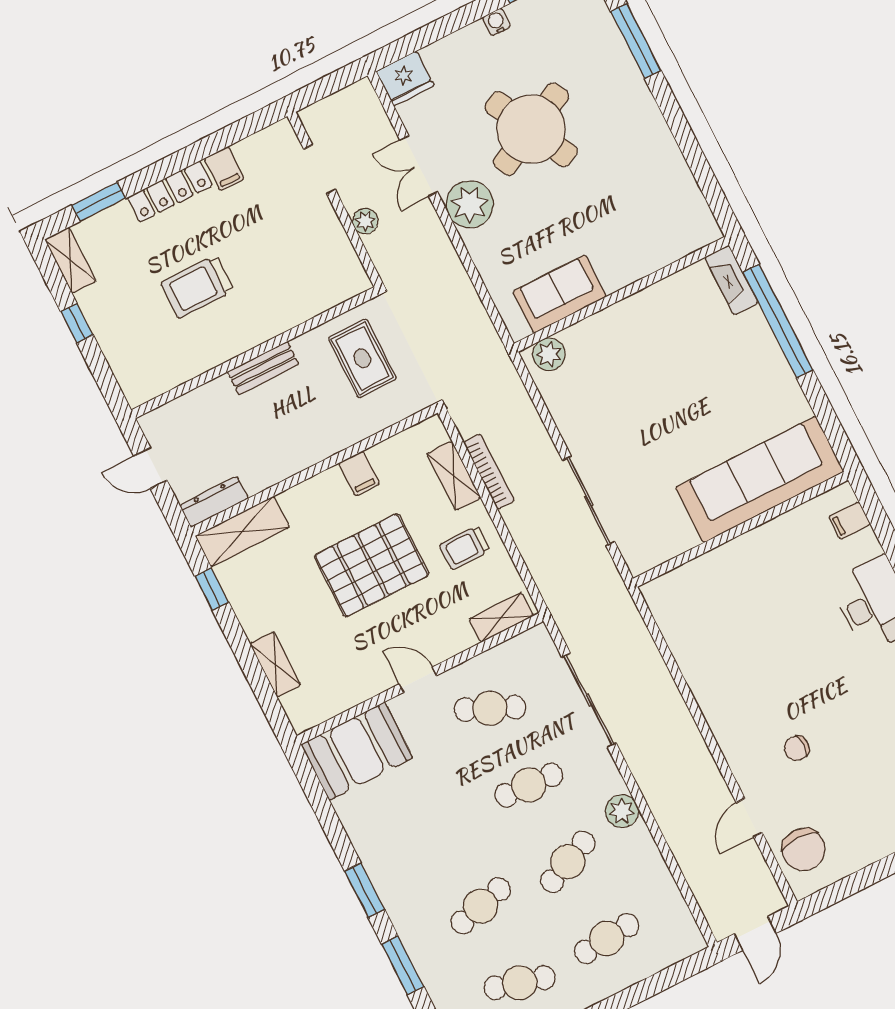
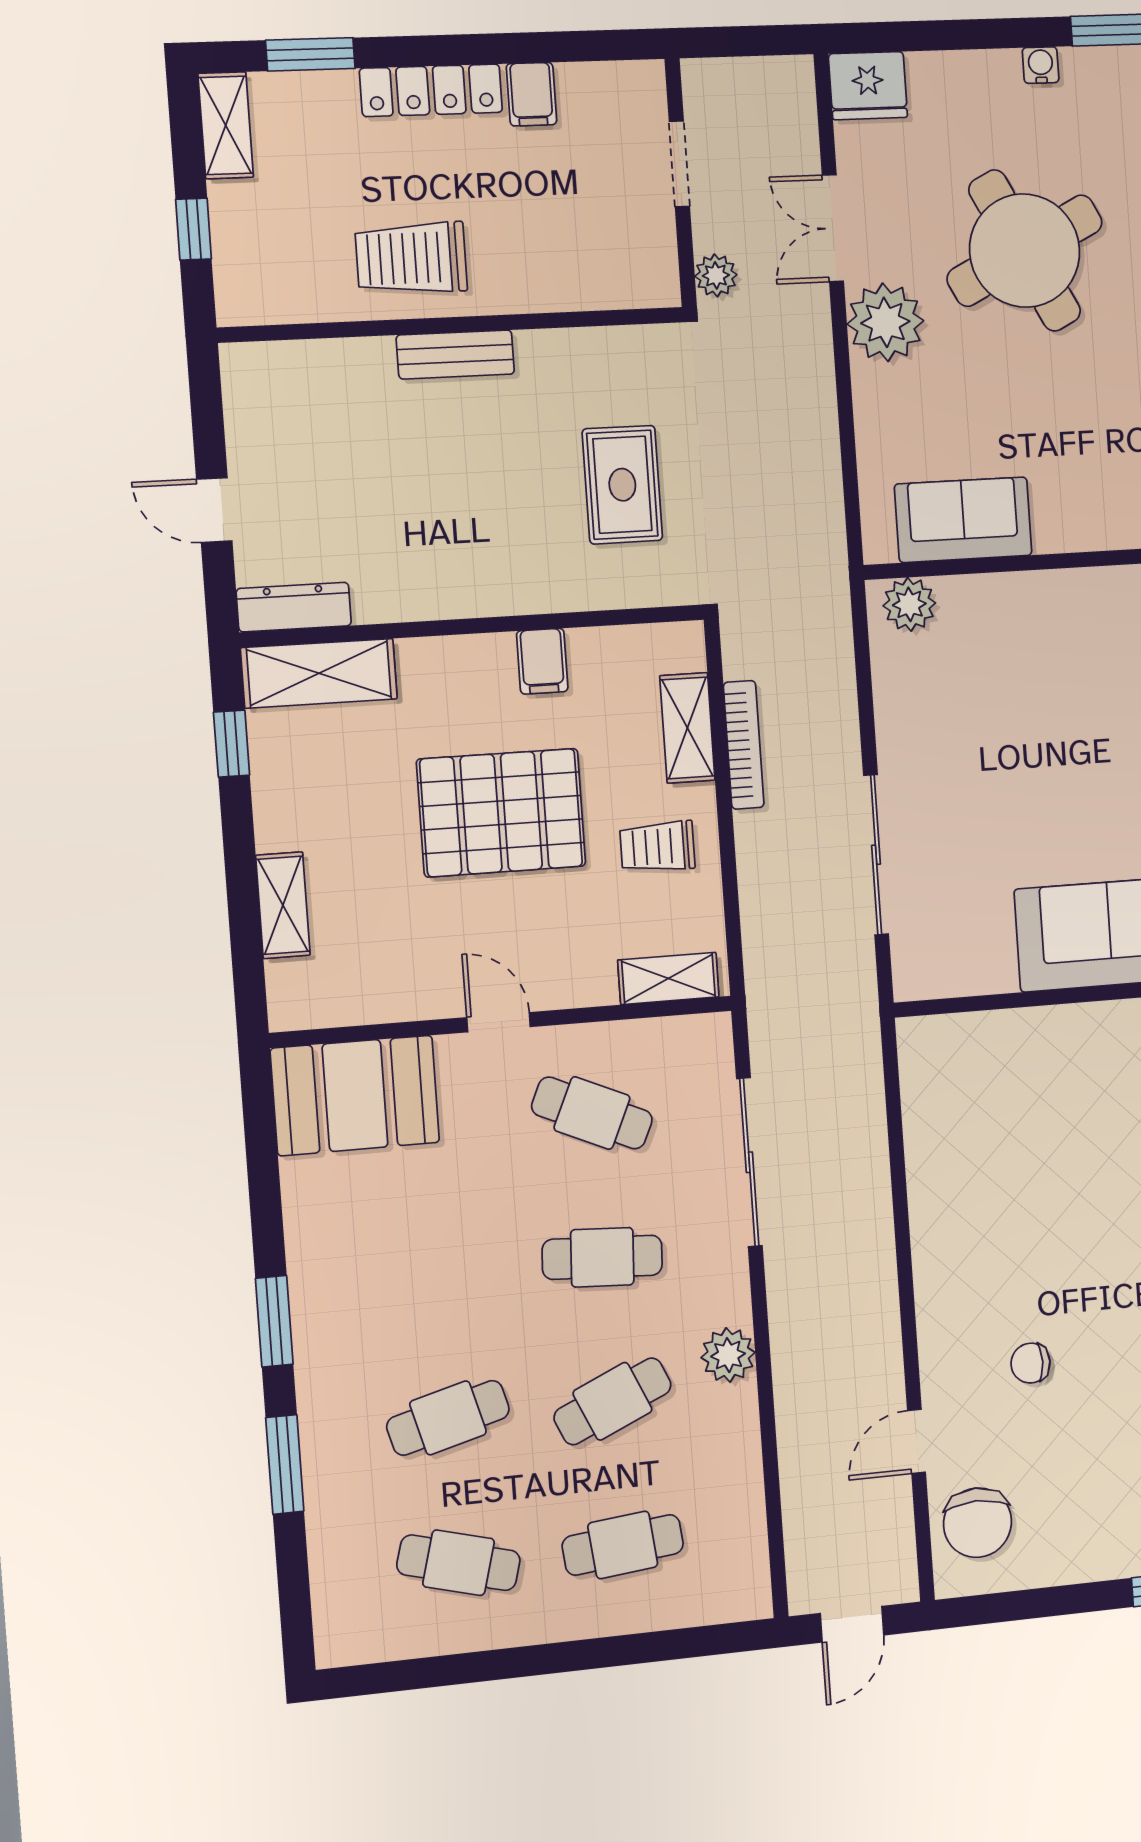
wall: (255, 353) -> (453, 325), moved
bench: (263, 368) -> (455, 355), moved

